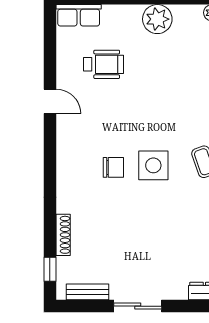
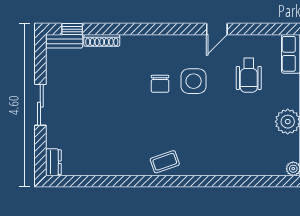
side table: (153, 165) -> (194, 81), moved
bench: (88, 292) -> (64, 41), moved, turned 90

